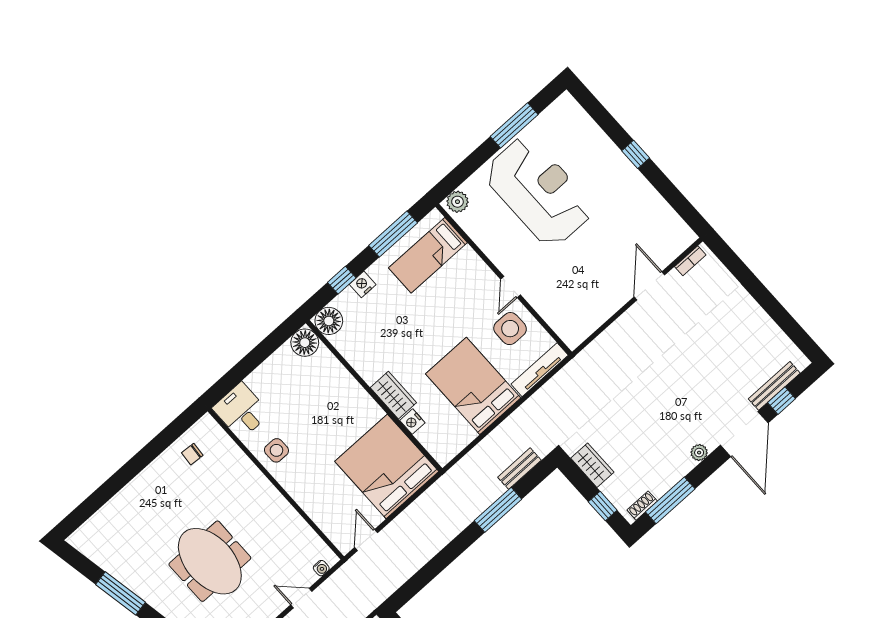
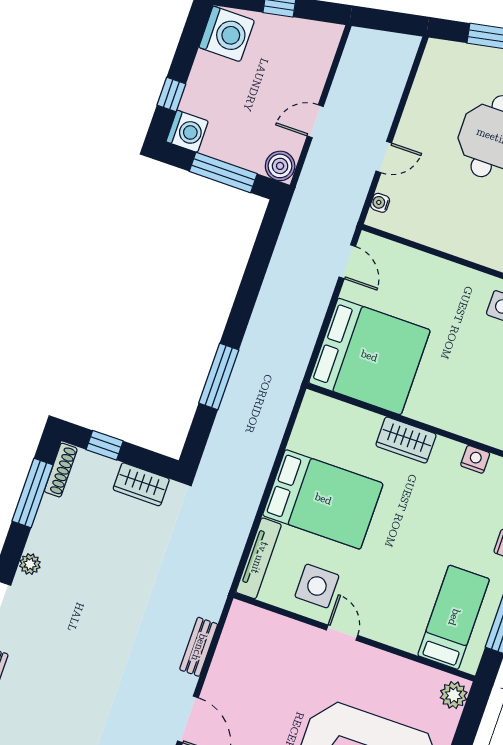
nightstand: (412, 422) -> (475, 459), moved
bench: (519, 469) -> (199, 647), moved
shoe rack: (642, 506) -> (61, 470), width x1.43

